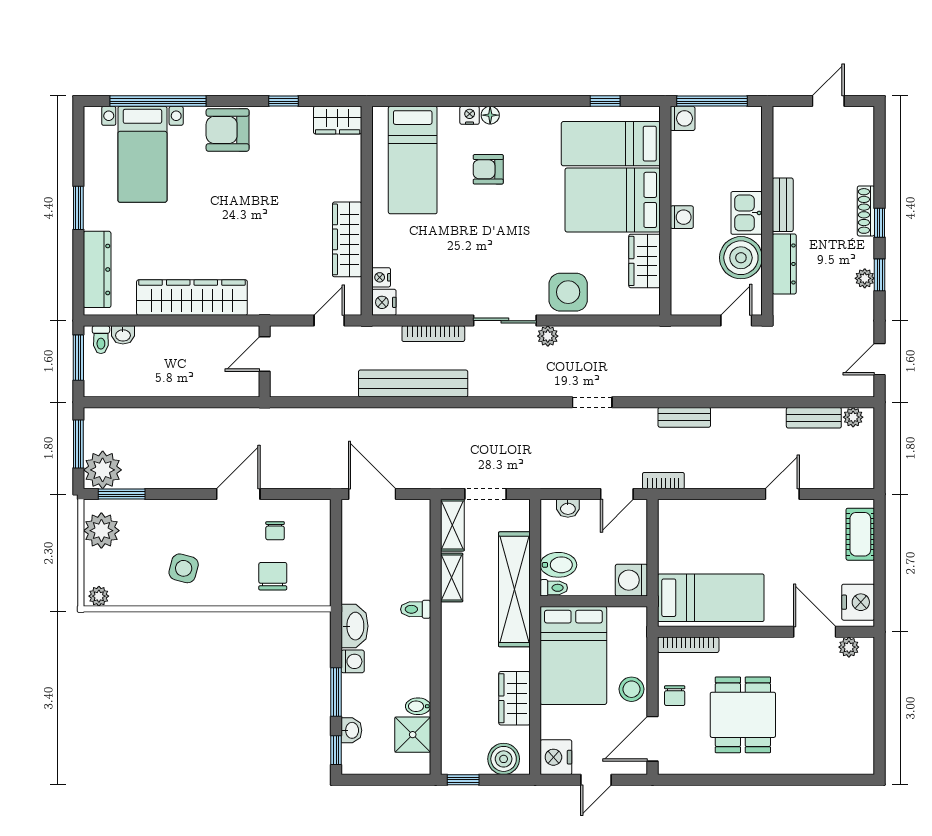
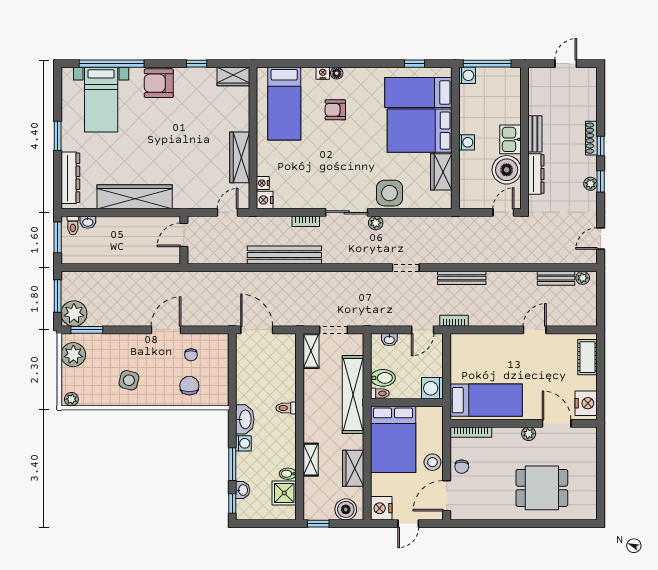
bookcase: (433, 334) -> (306, 221), width x0.64
bench: (684, 417) -> (462, 278), width x1.36
shelving: (452, 577) -> (311, 460), moved
plant: (849, 647) -> (529, 434), moved
dining table: (743, 715) -> (542, 488), moved, turned 90

